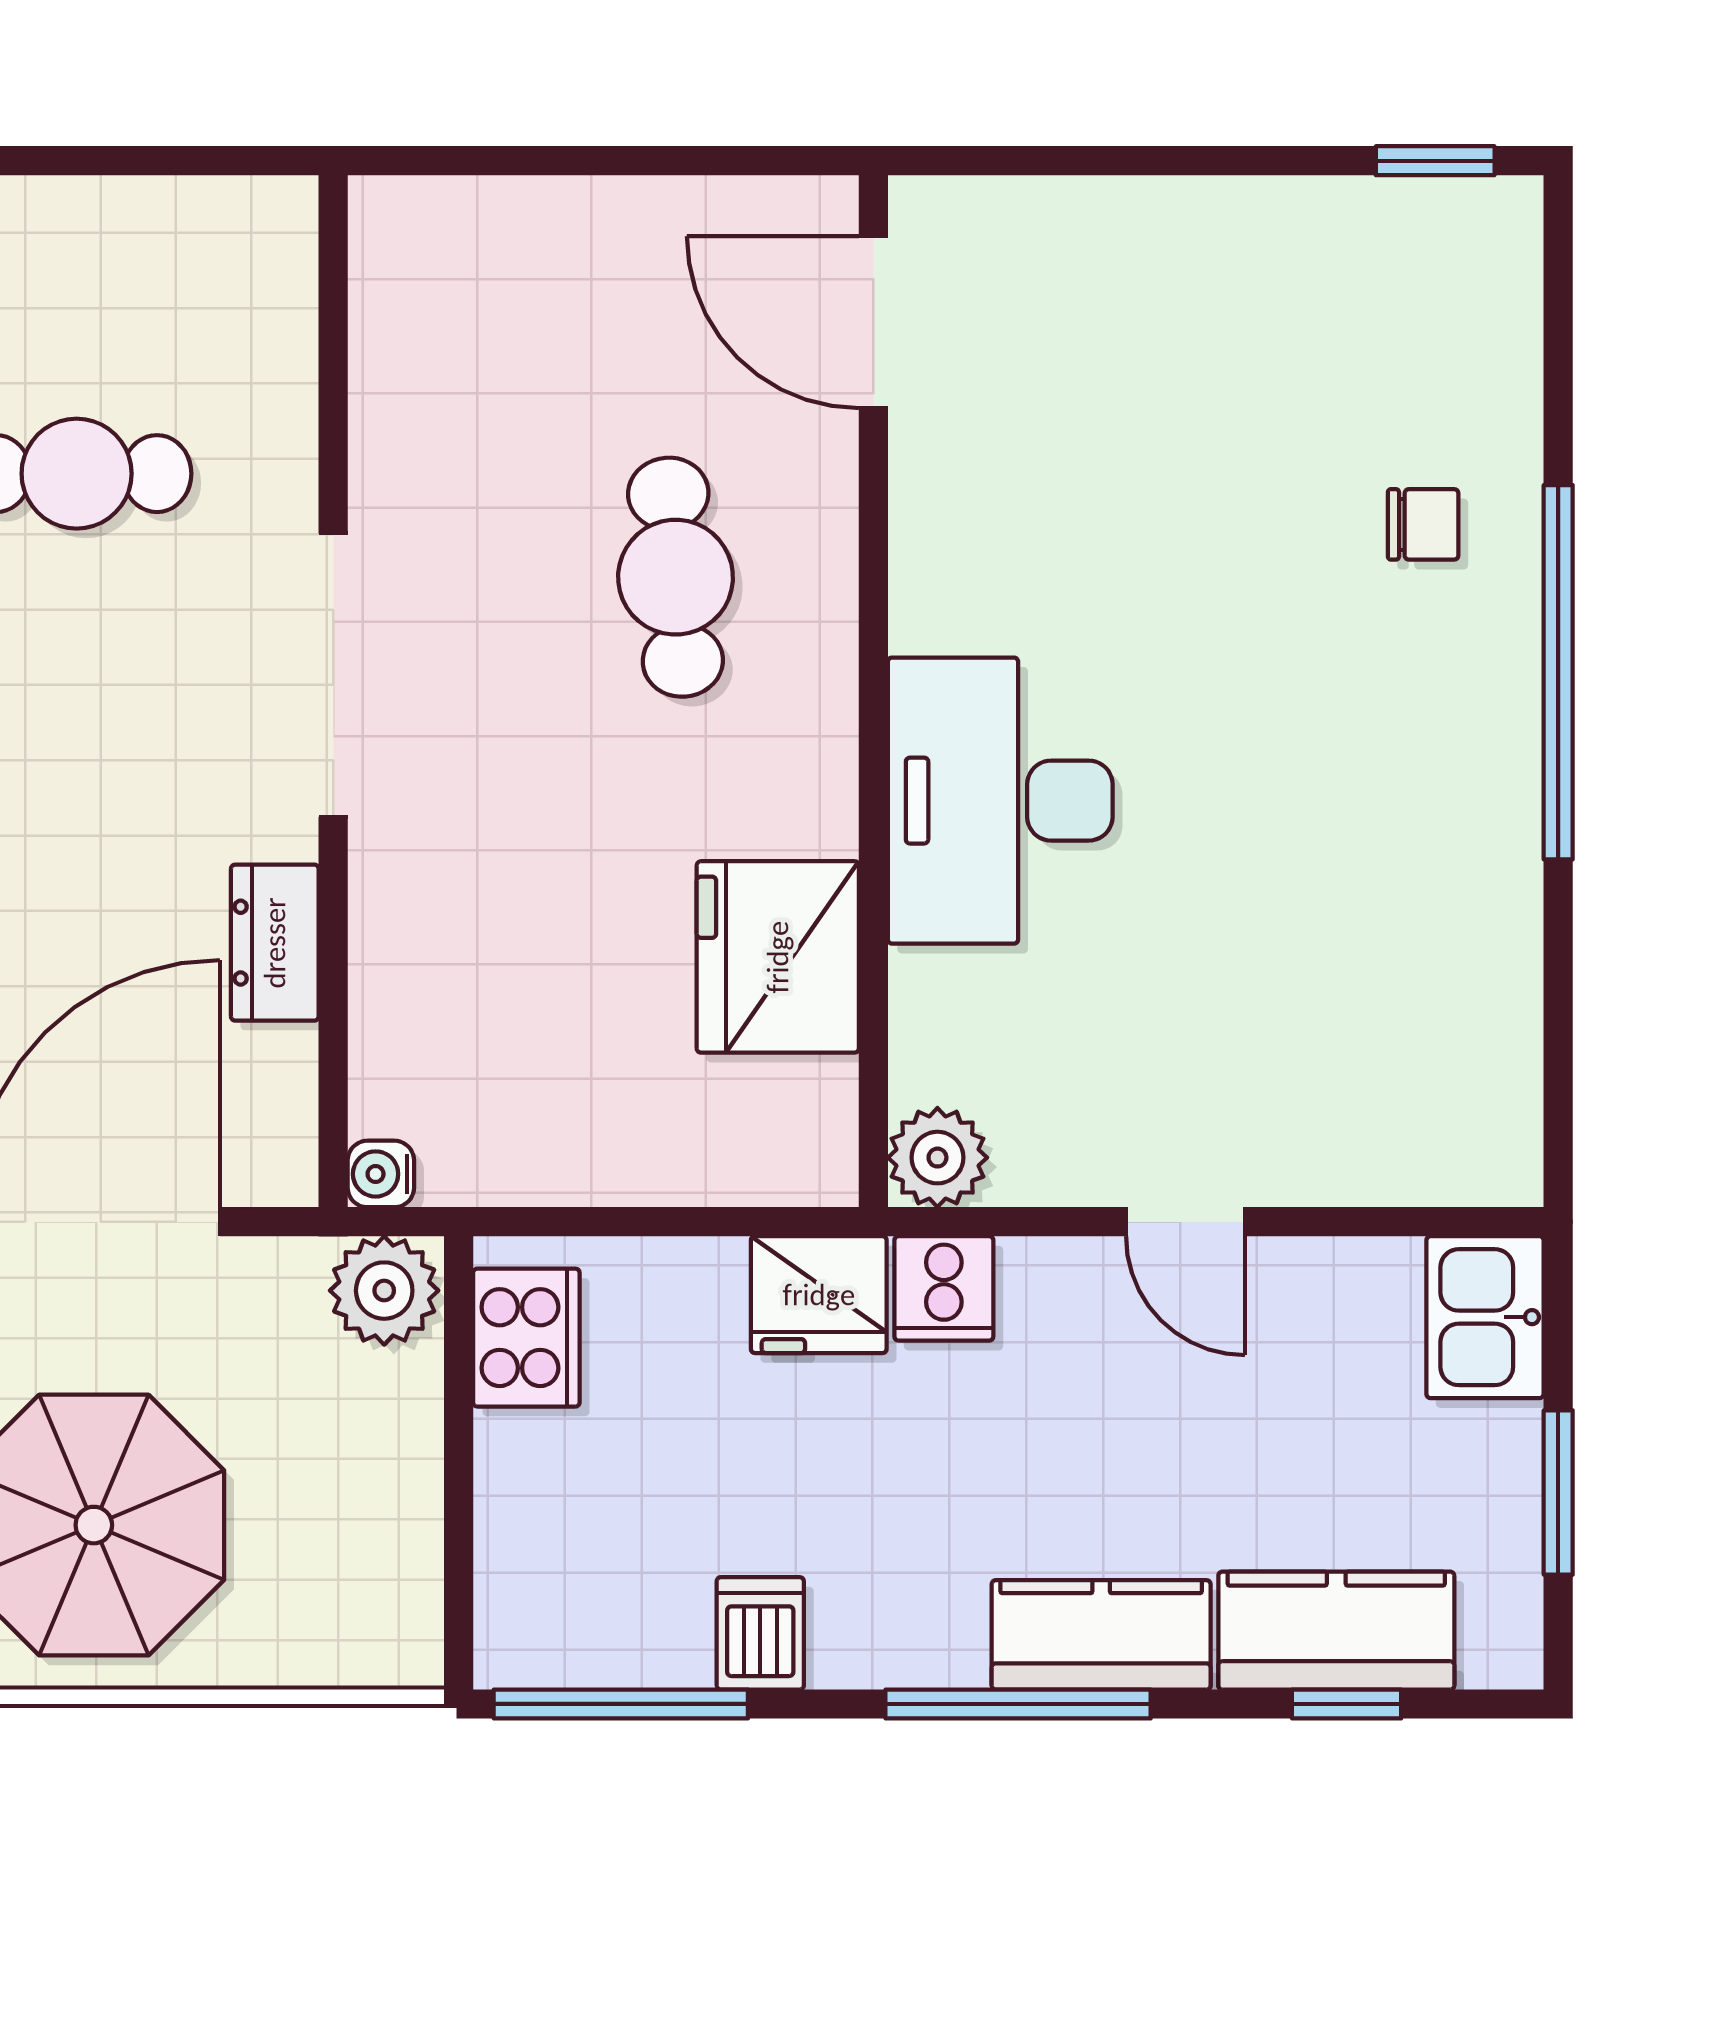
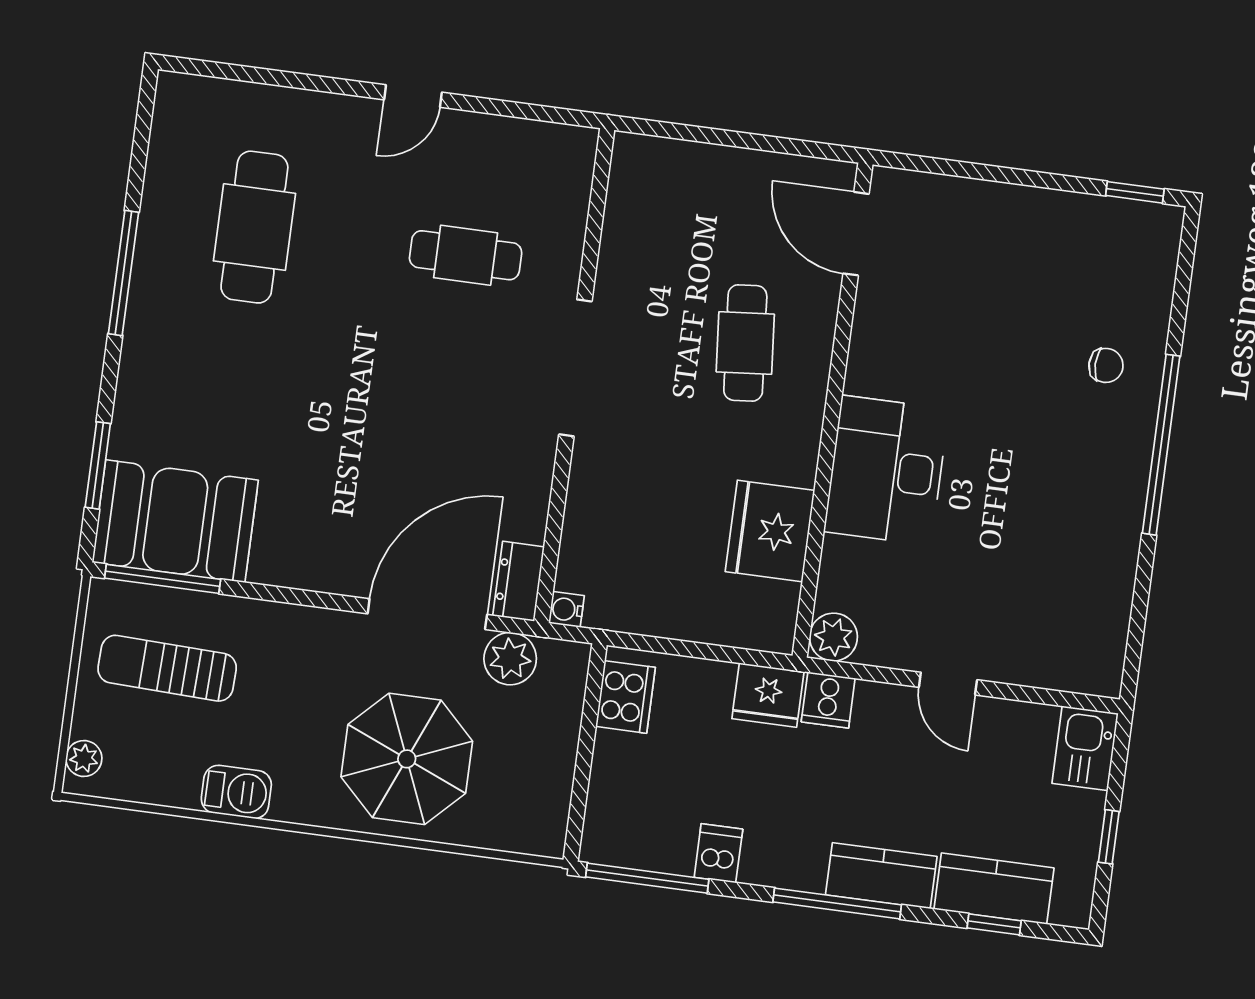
dresser: (275, 943) -> (519, 581), moved
plant: (384, 1291) -> (510, 659), moved
window: (1558, 1493) -> (1109, 837), width x0.67

